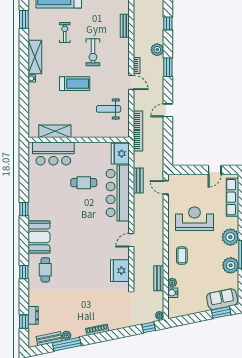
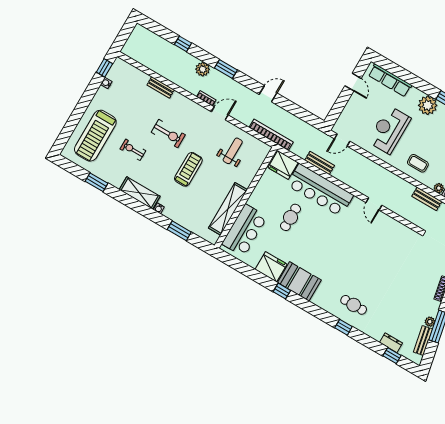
window: (24, 104) -> (179, 231), added
weight bench: (109, 109) -> (233, 151), turned 180
door: (168, 110) -> (268, 94), swing flipped
shelving: (55, 131) -> (228, 209), width x1.47
booth: (39, 237) -> (299, 281), moved
fridge: (120, 271) -> (271, 267), moved, turned 180

